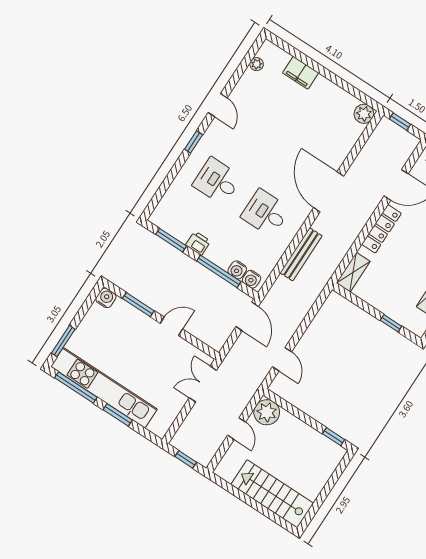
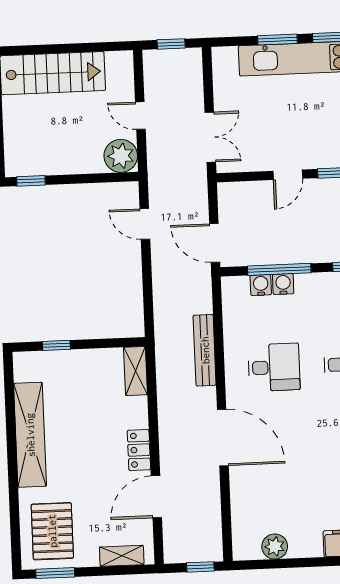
plant: (364, 114) -> (275, 547), moved
locker: (381, 229) -> (139, 450), width x0.66
printer: (198, 243) -> (323, 284), removed
water cooler: (252, 279) -> (283, 284), moved

